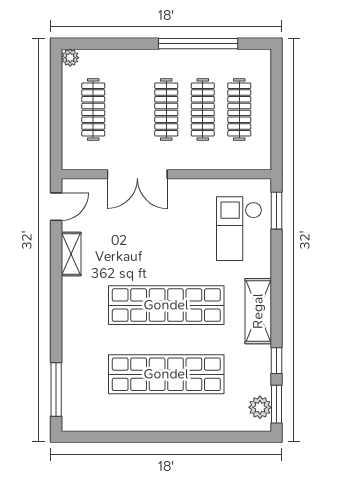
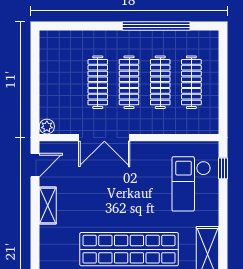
plant: (70, 58) -> (47, 127), moved
clothes rail: (93, 109) -> (98, 82), moved
window: (276, 211) -> (223, 168), width x0.67

